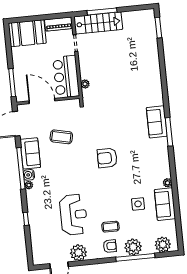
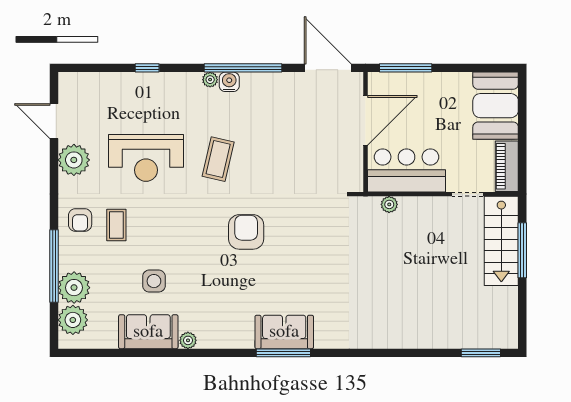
sofa: (157, 122) -> (284, 332), moved
coffee table: (61, 137) -> (218, 159), moved
sofa: (30, 153) -> (269, 88), removed
plant: (133, 247) -> (74, 288), moved

